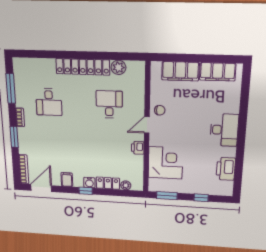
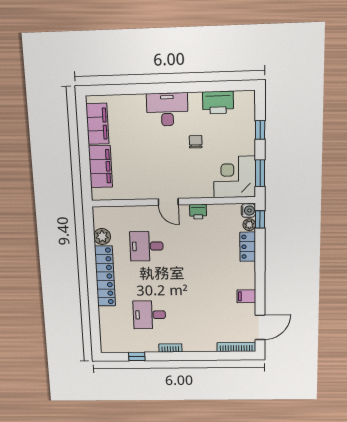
window: (11, 88) -> (137, 357), width x0.46
desk: (49, 102) -> (149, 315), turned 180
chair: (160, 110) -> (196, 142), moved
window: (14, 137) -> (195, 356), removed
corner desk: (165, 163) -> (235, 177), moved
water cooler: (89, 183) -> (248, 211), moved
door: (41, 188) -> (260, 327), swing flipped
window: (86, 191) -> (260, 219), moved

